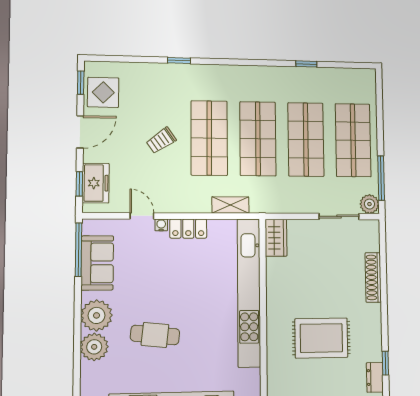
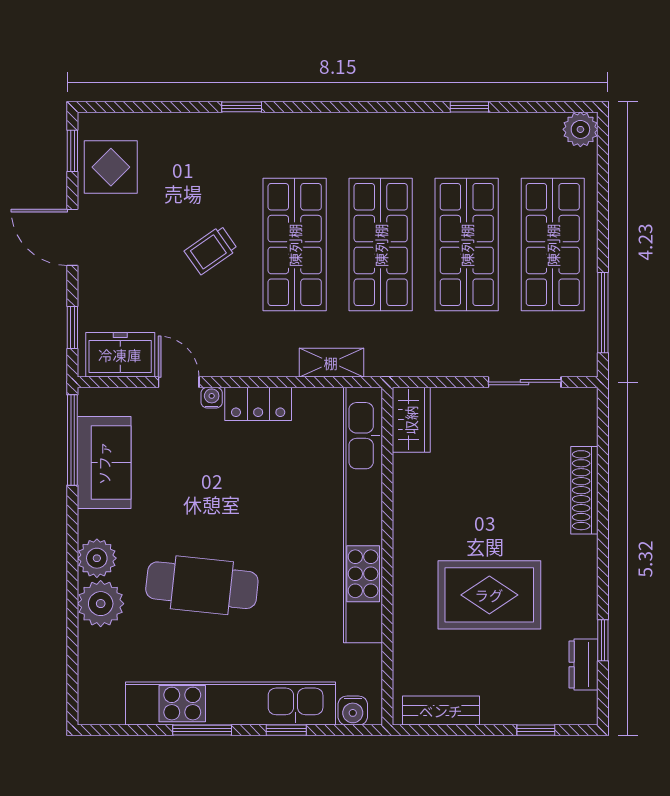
door: (80, 132) -> (72, 237), swing flipped
freezer: (96, 183) -> (120, 355), moved, turned -90
plant: (369, 204) -> (580, 129), moved
plant: (97, 315) -> (97, 558), width x0.73, depth x0.73
cafe table: (155, 335) -> (202, 585), width x1.37, depth x1.35

